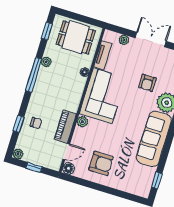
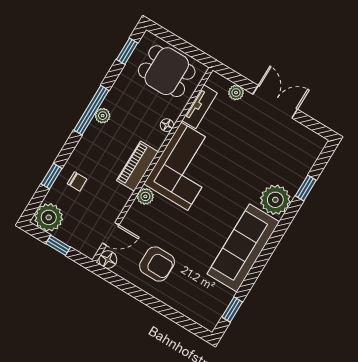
plant: (46, 62) -> (103, 116), moved
armchair: (147, 83) -> (254, 164), removed
piano: (65, 127) -> (137, 166), moved
plant: (18, 154) -> (49, 217), width x1.87, depth x1.87

